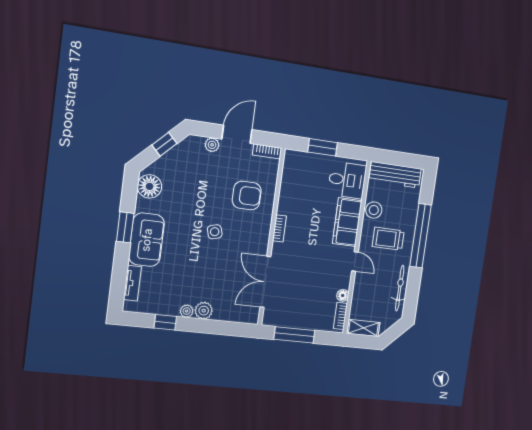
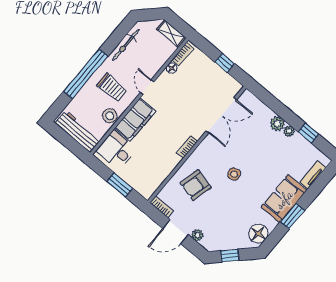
armchair: (247, 196) -> (196, 185), turned -76
window: (294, 335) -> (225, 63), width x0.46

